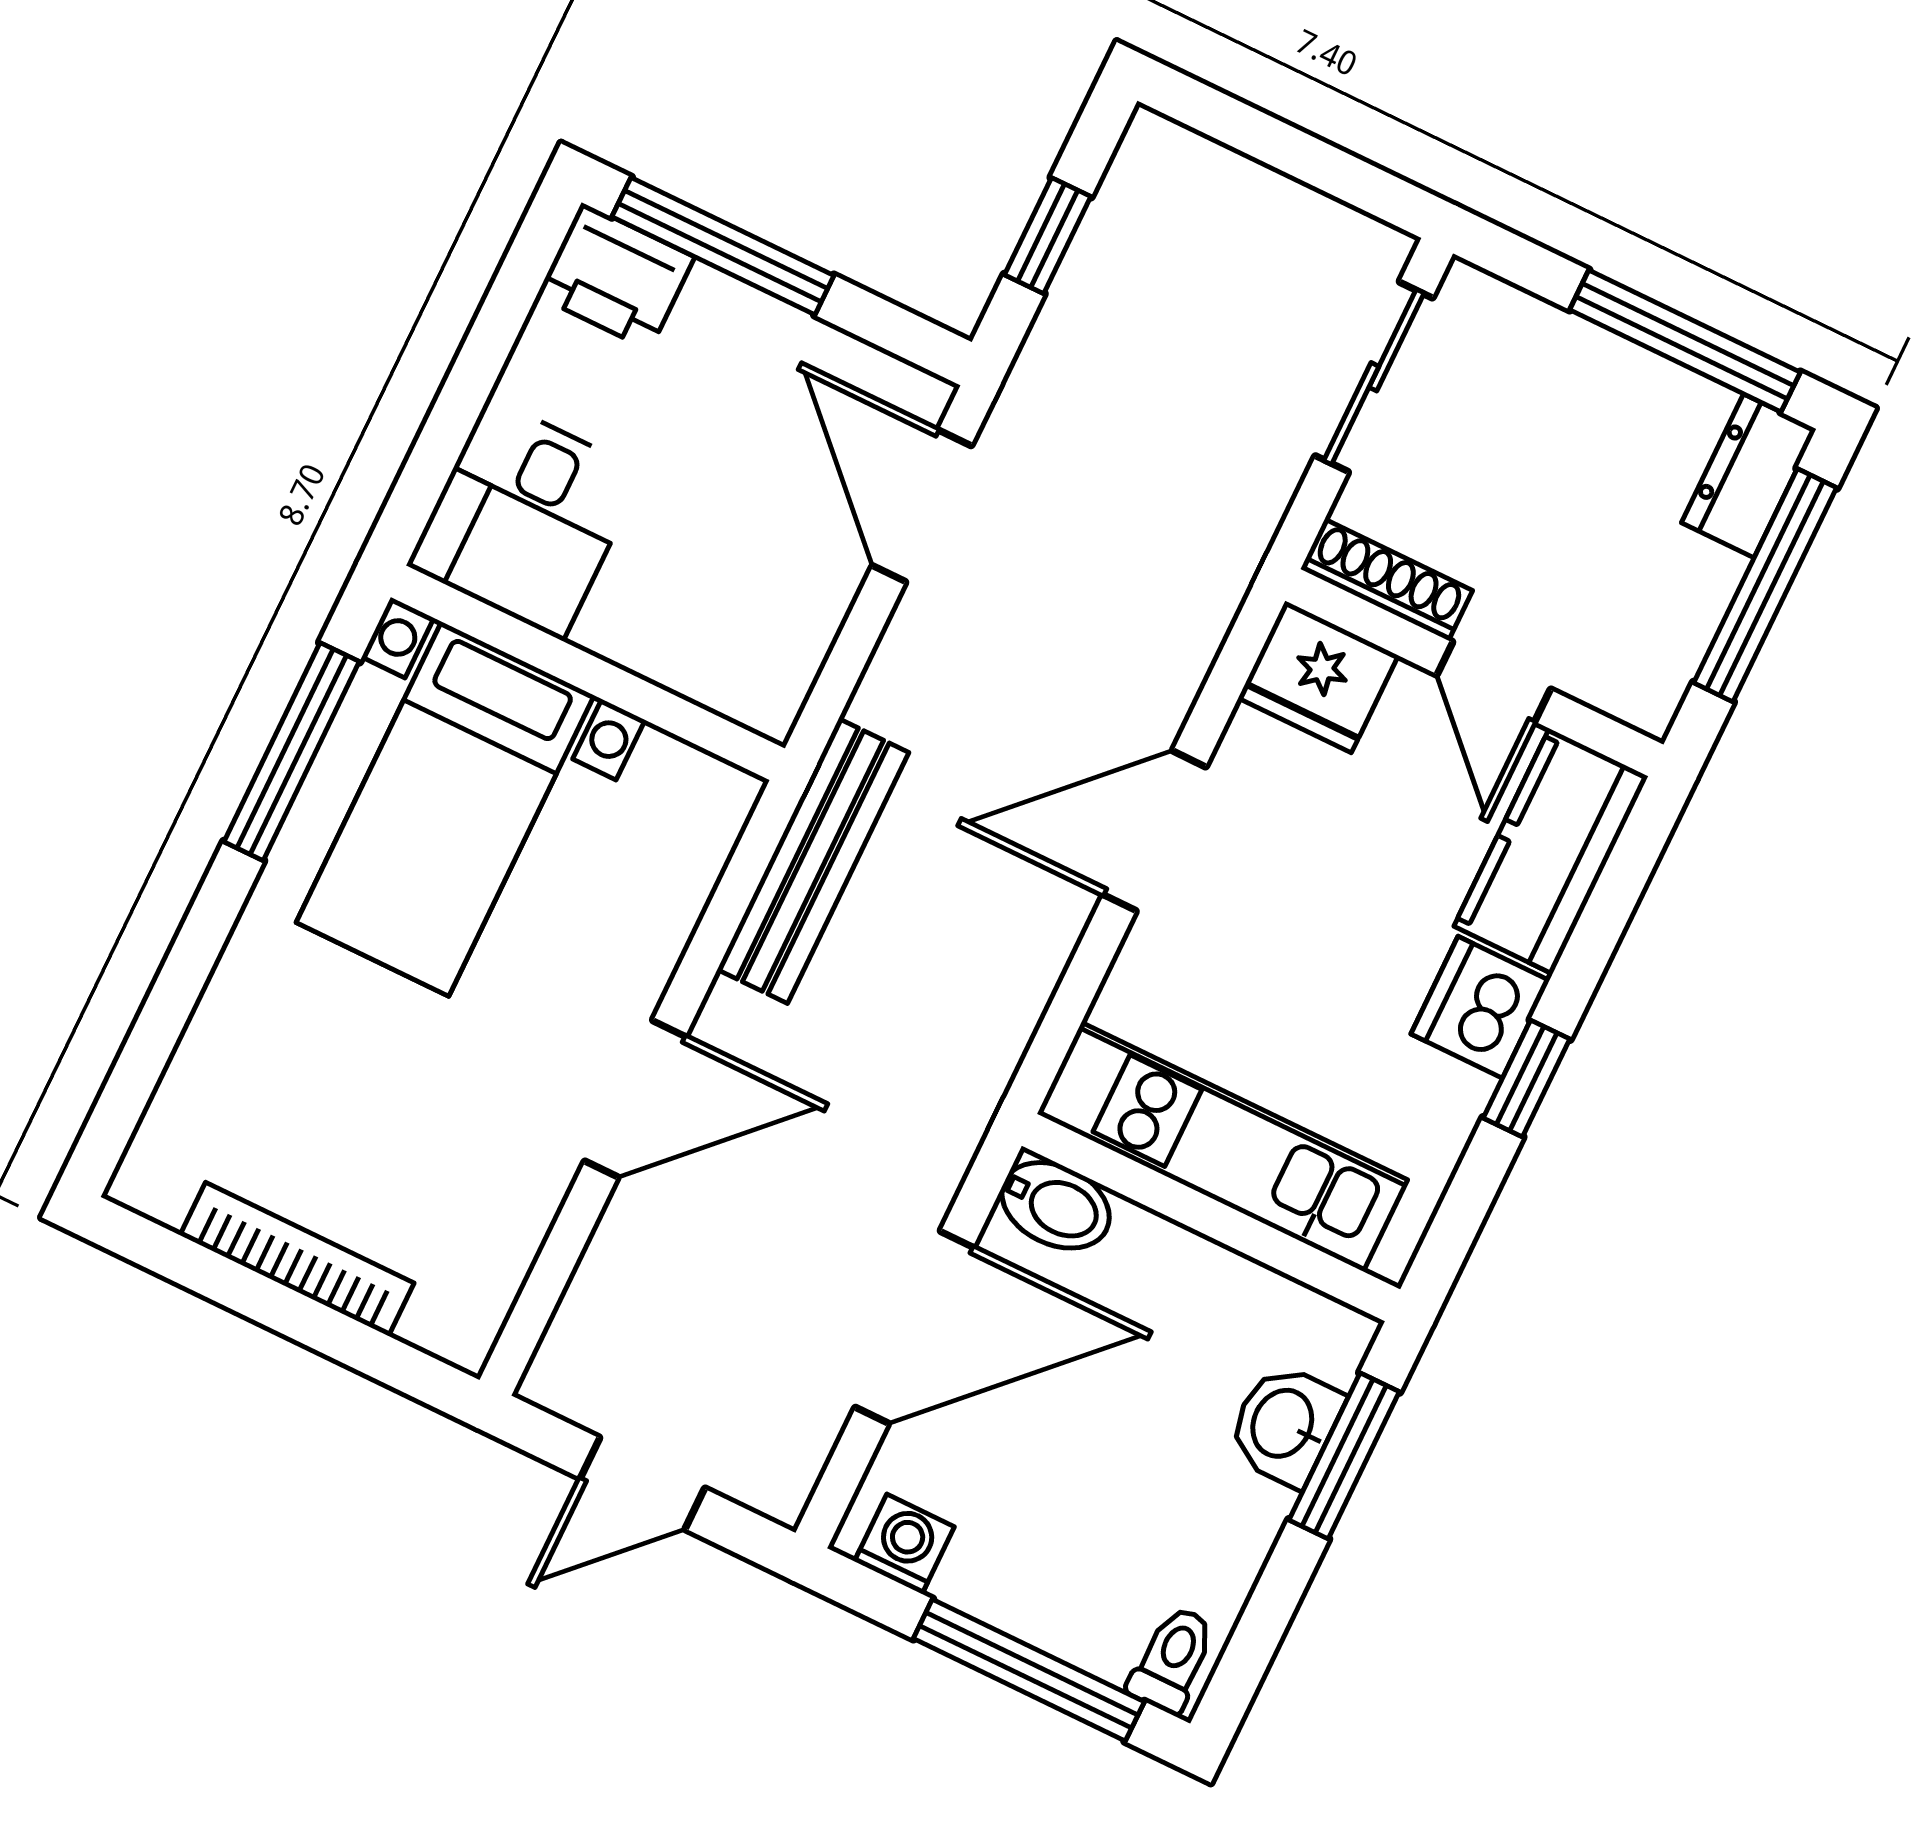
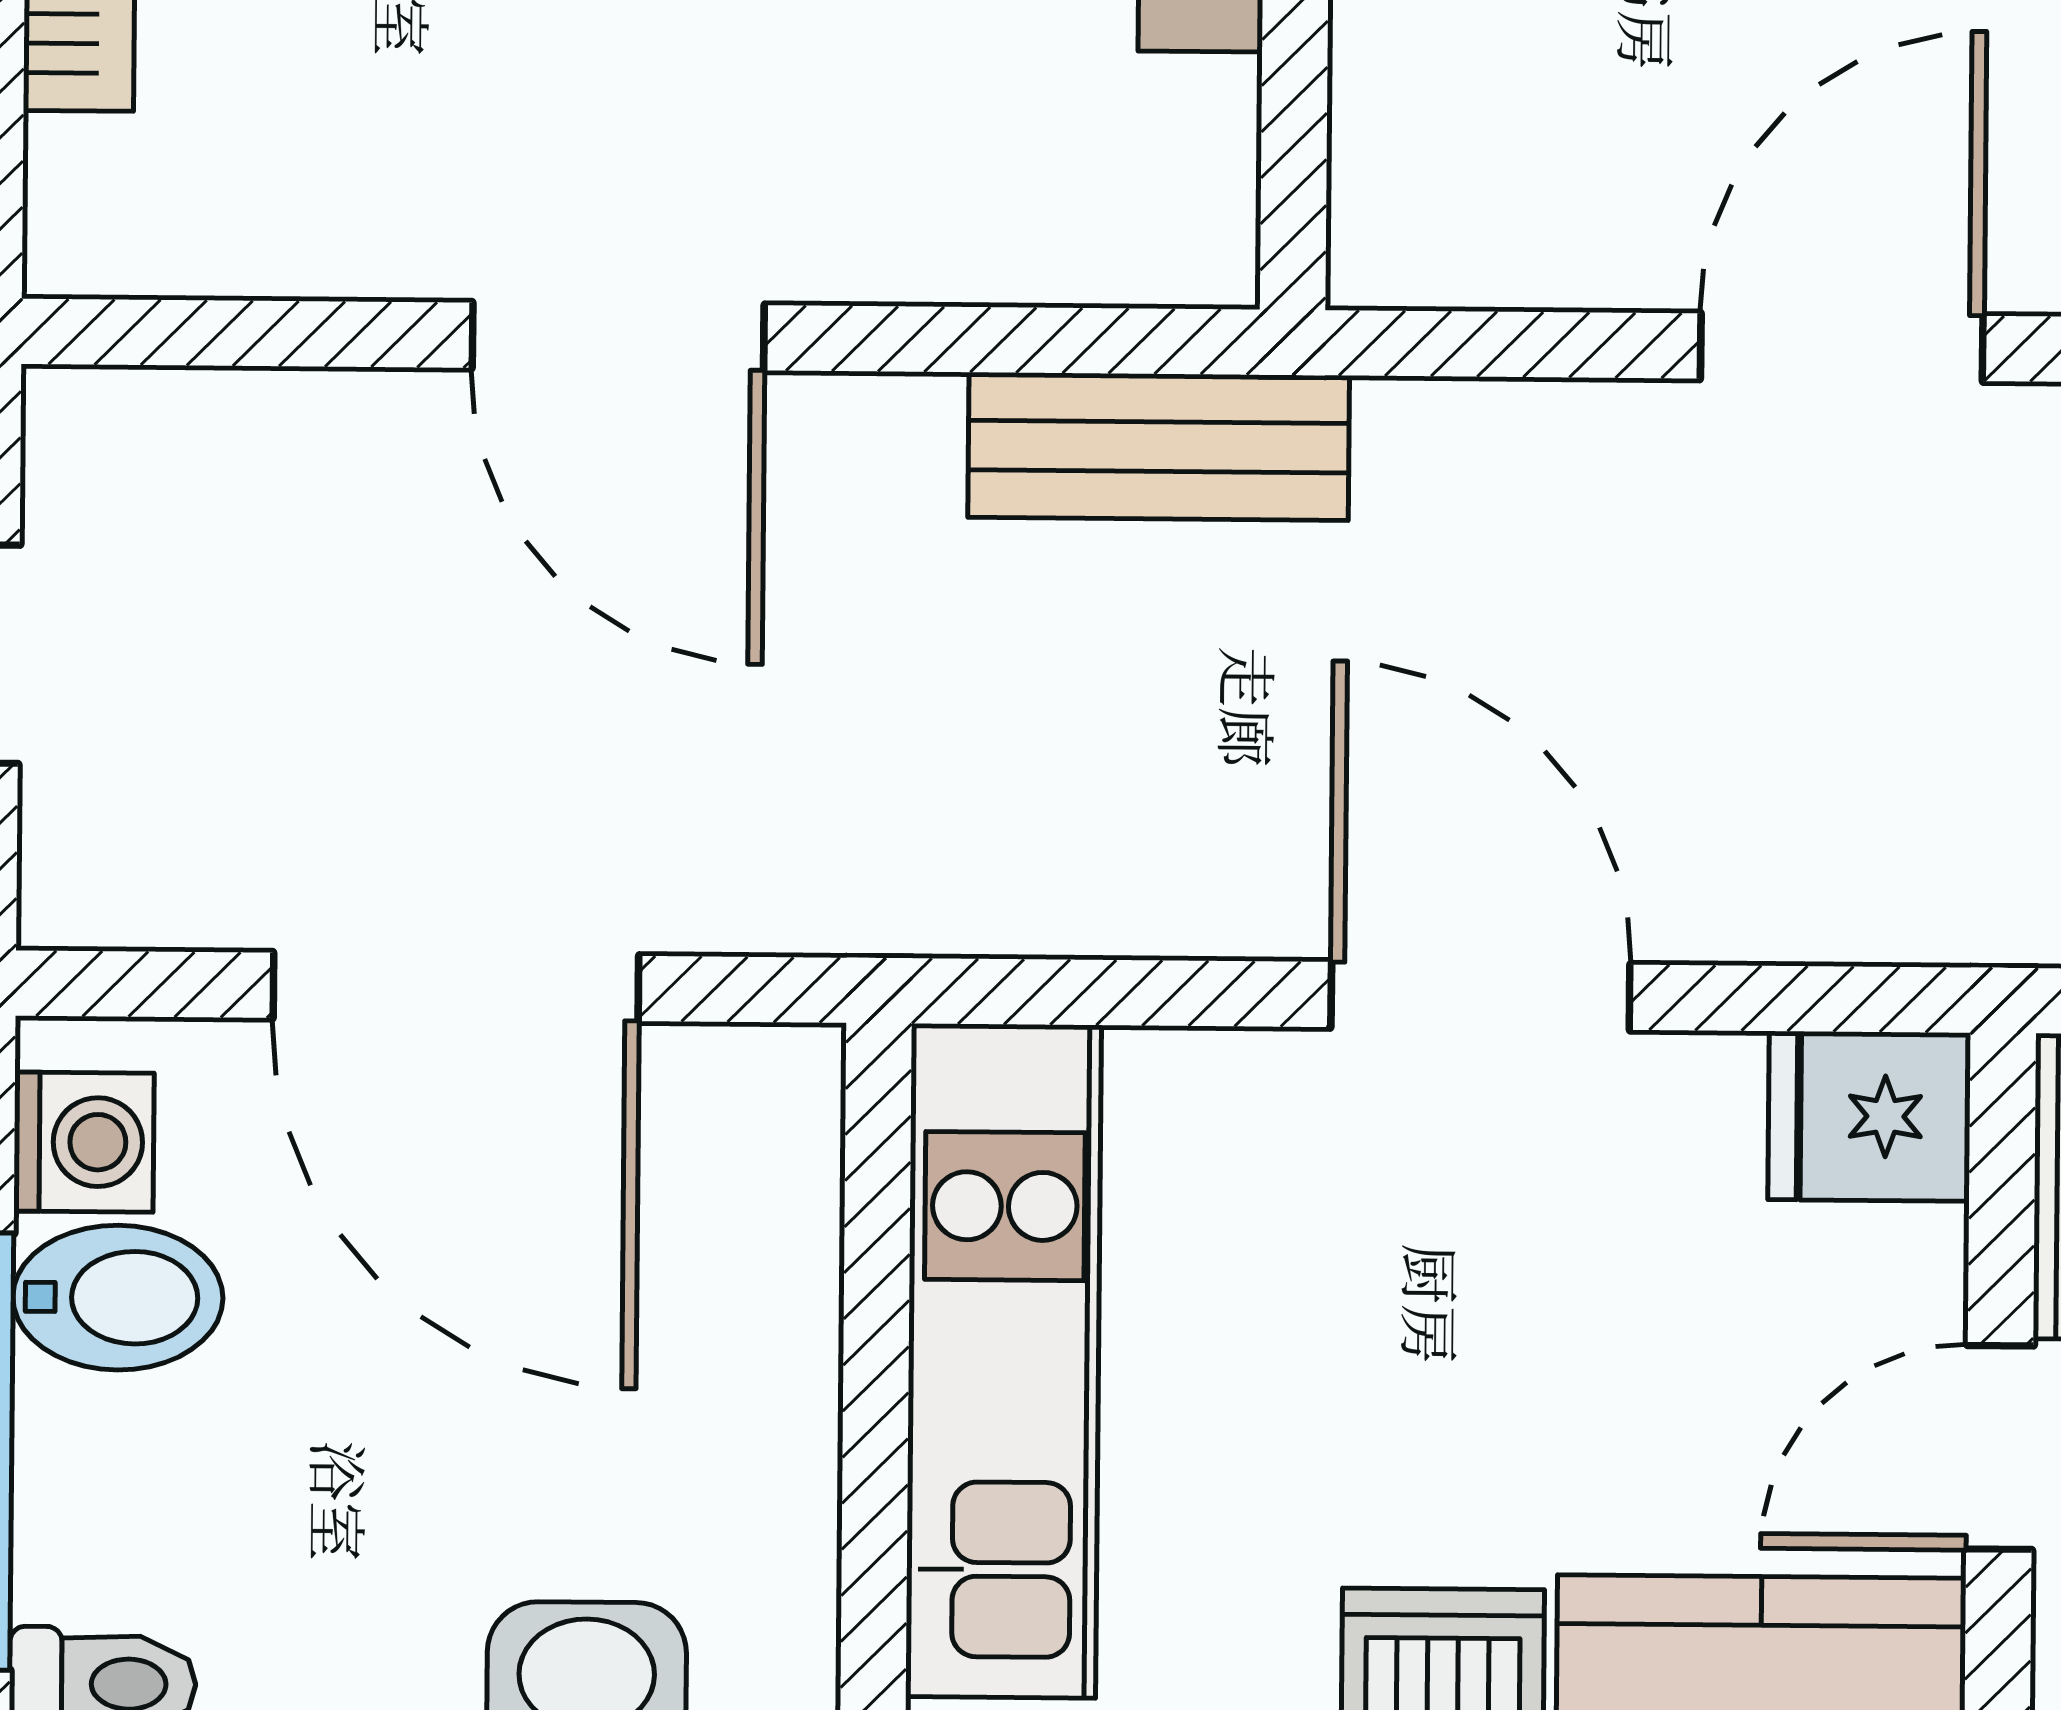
fridge: (1318, 677) -> (1869, 1116), width x0.72
bench: (813, 861) -> (1159, 446), width x0.73
bidet: (1056, 1205) -> (118, 1298), moved, turned -90

